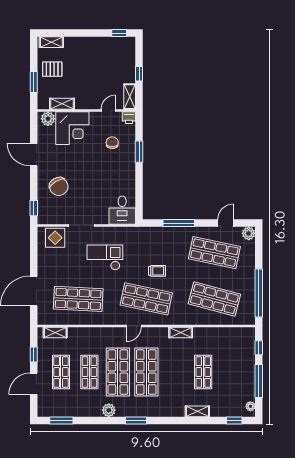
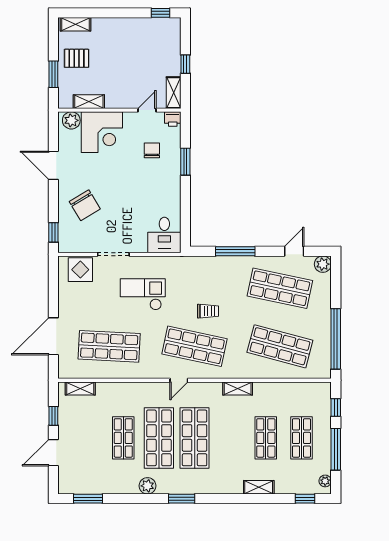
shop shelf: (61, 372) -> (301, 438), moved

